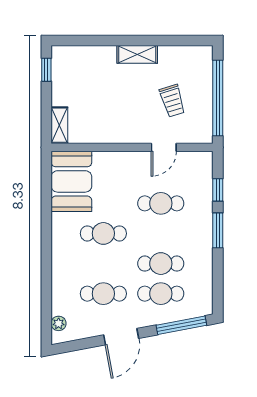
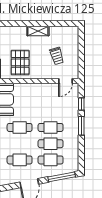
window: (218, 98) -> (81, 54), removed
pallet: (104, 113) -> (20, 62), added
door: (164, 147) -> (65, 81), moved
cafe table: (161, 203) -> (51, 127), moved

